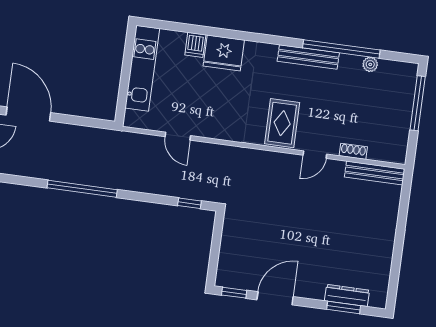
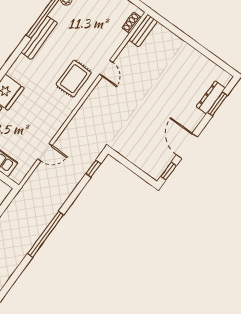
rug: (282, 123) -> (74, 79), turned 90
shoe rack: (353, 151) -> (132, 23), moved
bench: (375, 173) -> (143, 31), width x0.73

